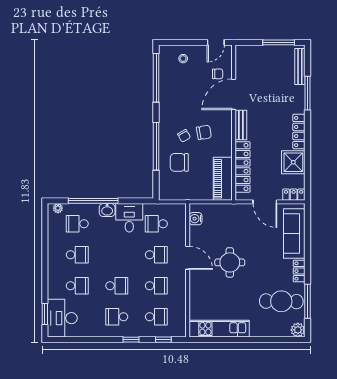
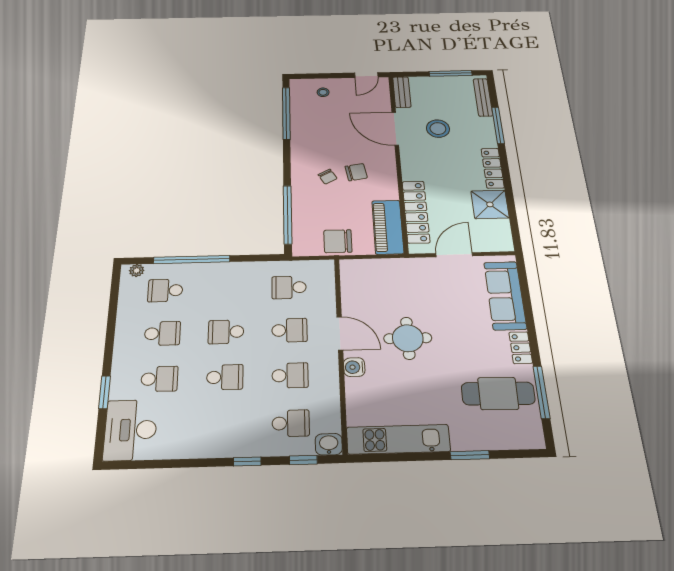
chair: (218, 74) -> (371, 107), removed
door: (234, 94) -> (395, 129), hinge flipped
stool: (264, 95) -> (438, 129), added
bench: (241, 125) -> (402, 92), moved
window: (156, 146) -> (288, 214), moved
chair: (179, 162) -> (338, 241), moved
locker: (294, 195) -> (496, 244), removed
door: (265, 202) -> (454, 255), swing flipped
washbasin: (107, 210) -> (329, 444), moved, turned 180
desk: (129, 218) -> (247, 281), removed
water cooler: (196, 219) -> (354, 367), moved
window: (45, 314) -> (105, 392), moved
school desk: (117, 317) -> (226, 332), moved
plant: (298, 330) -> (532, 438), removed
window: (260, 340) -> (470, 455), added

